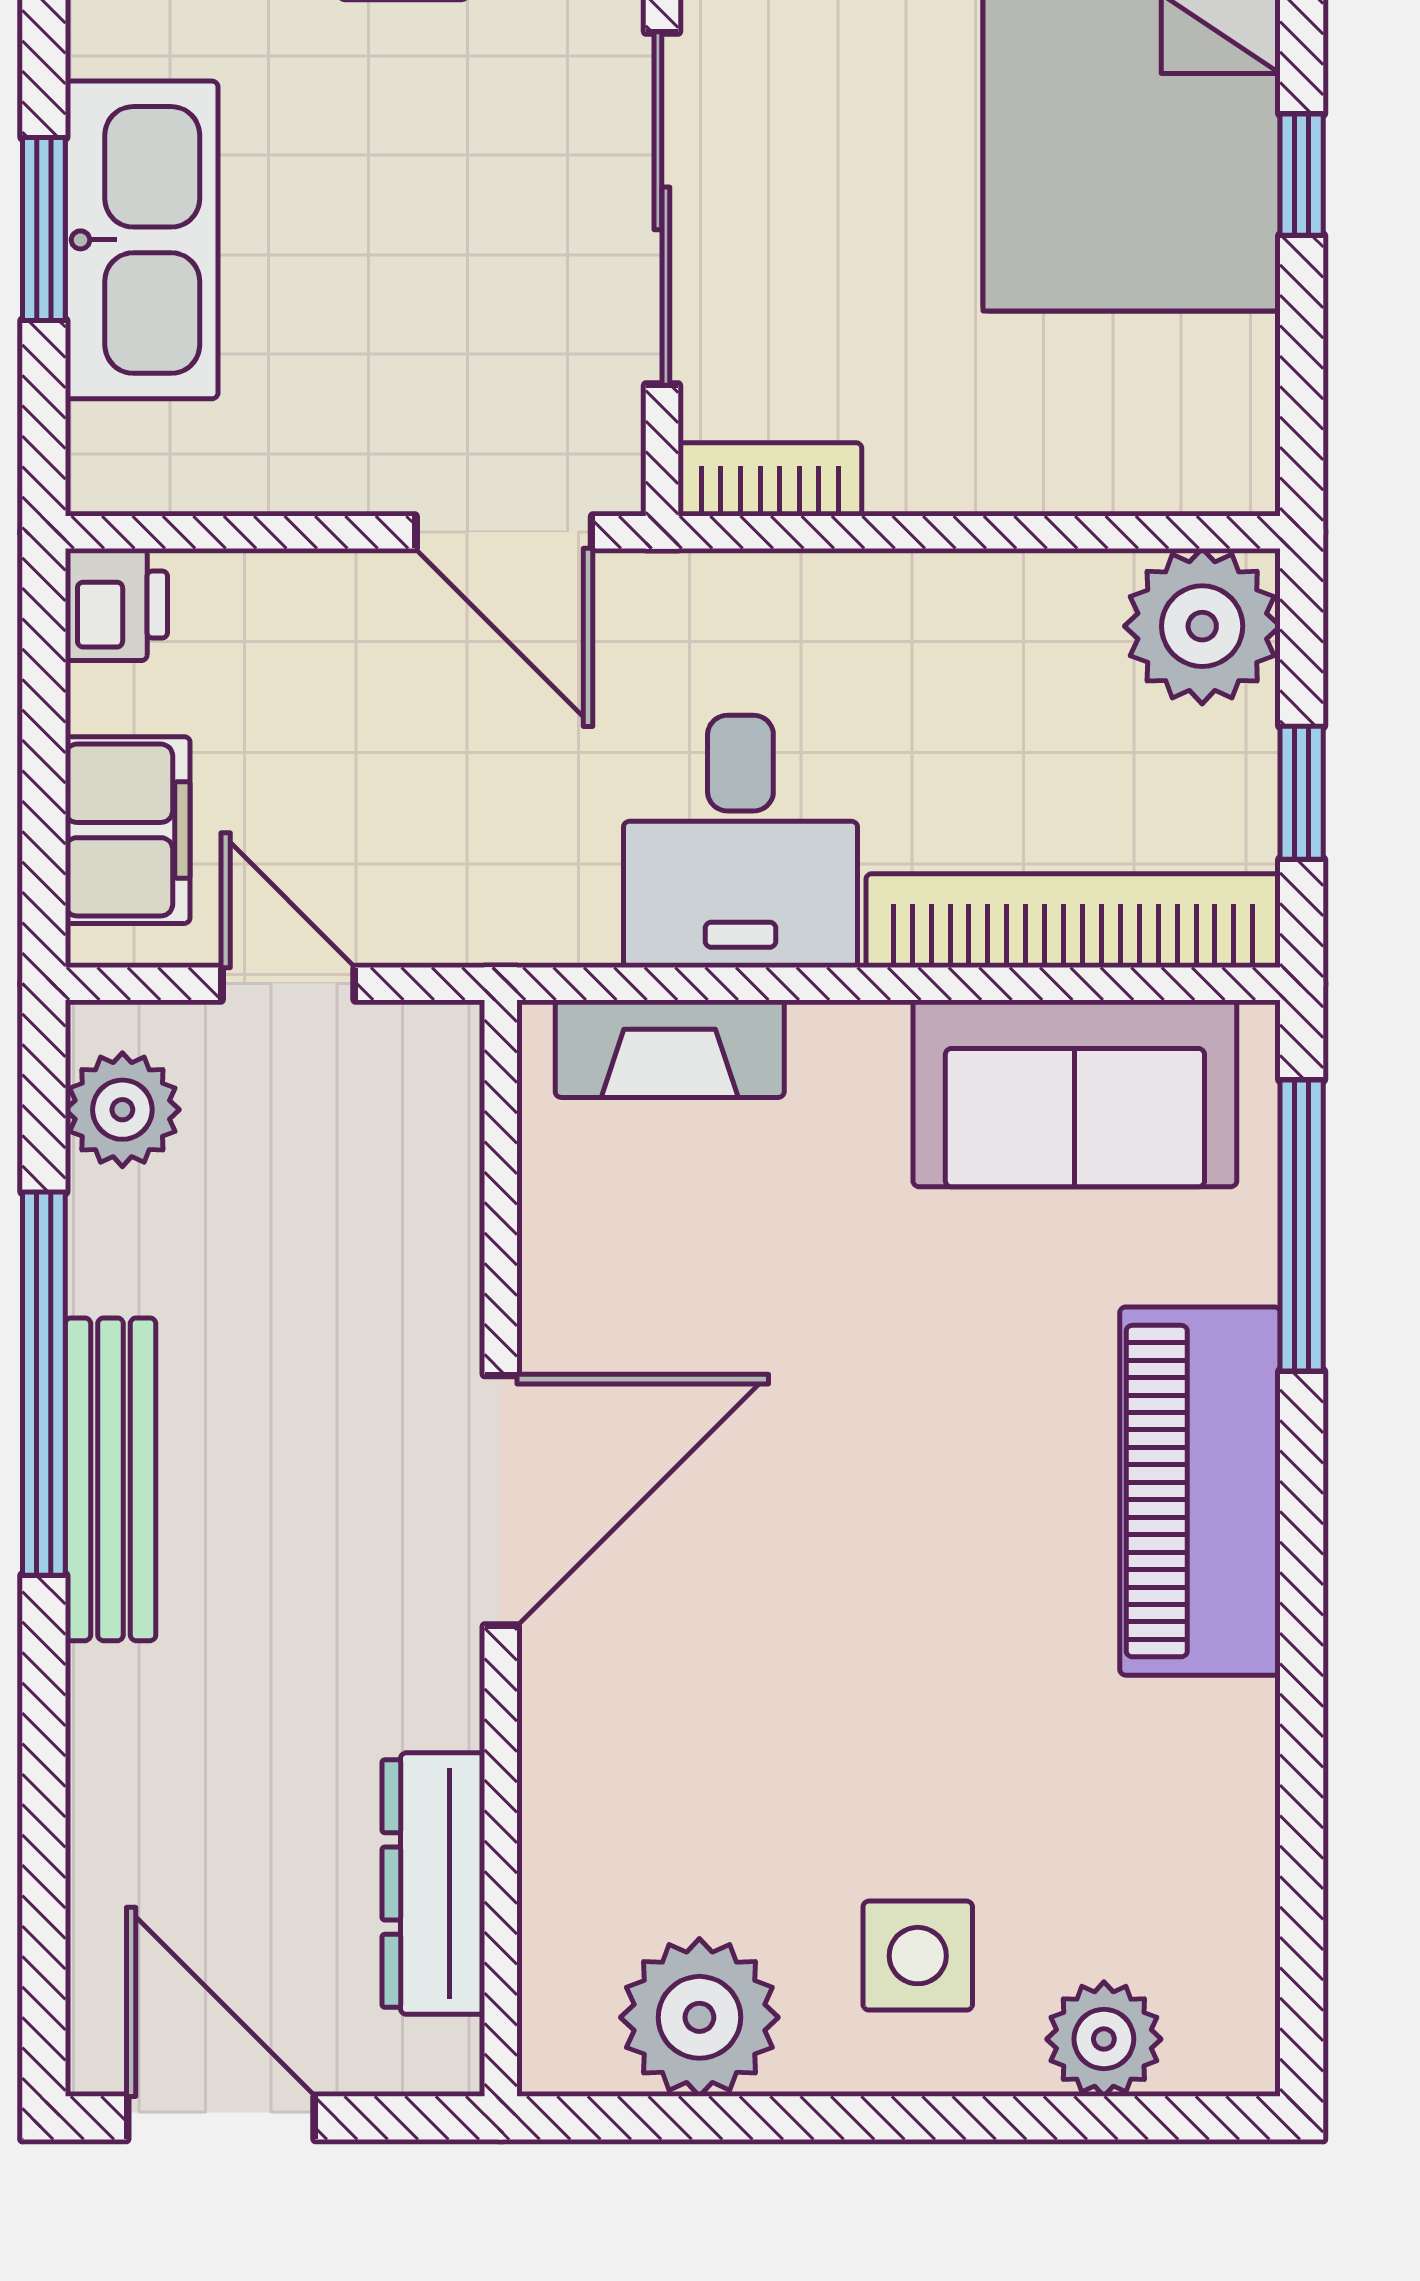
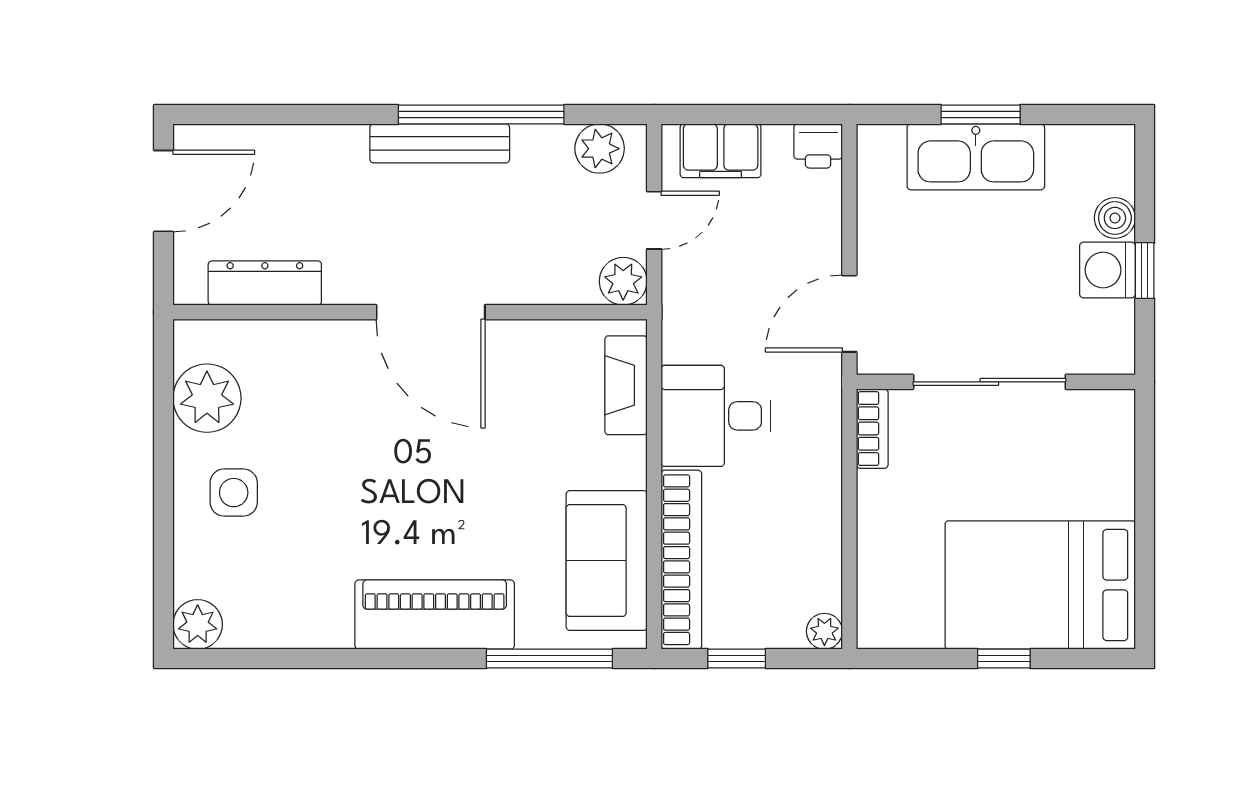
plant: (1202, 626) -> (824, 631), width x0.53, depth x0.53
plant: (429, 1055) -> (623, 281), added
plant: (1104, 2039) -> (198, 624), moved

